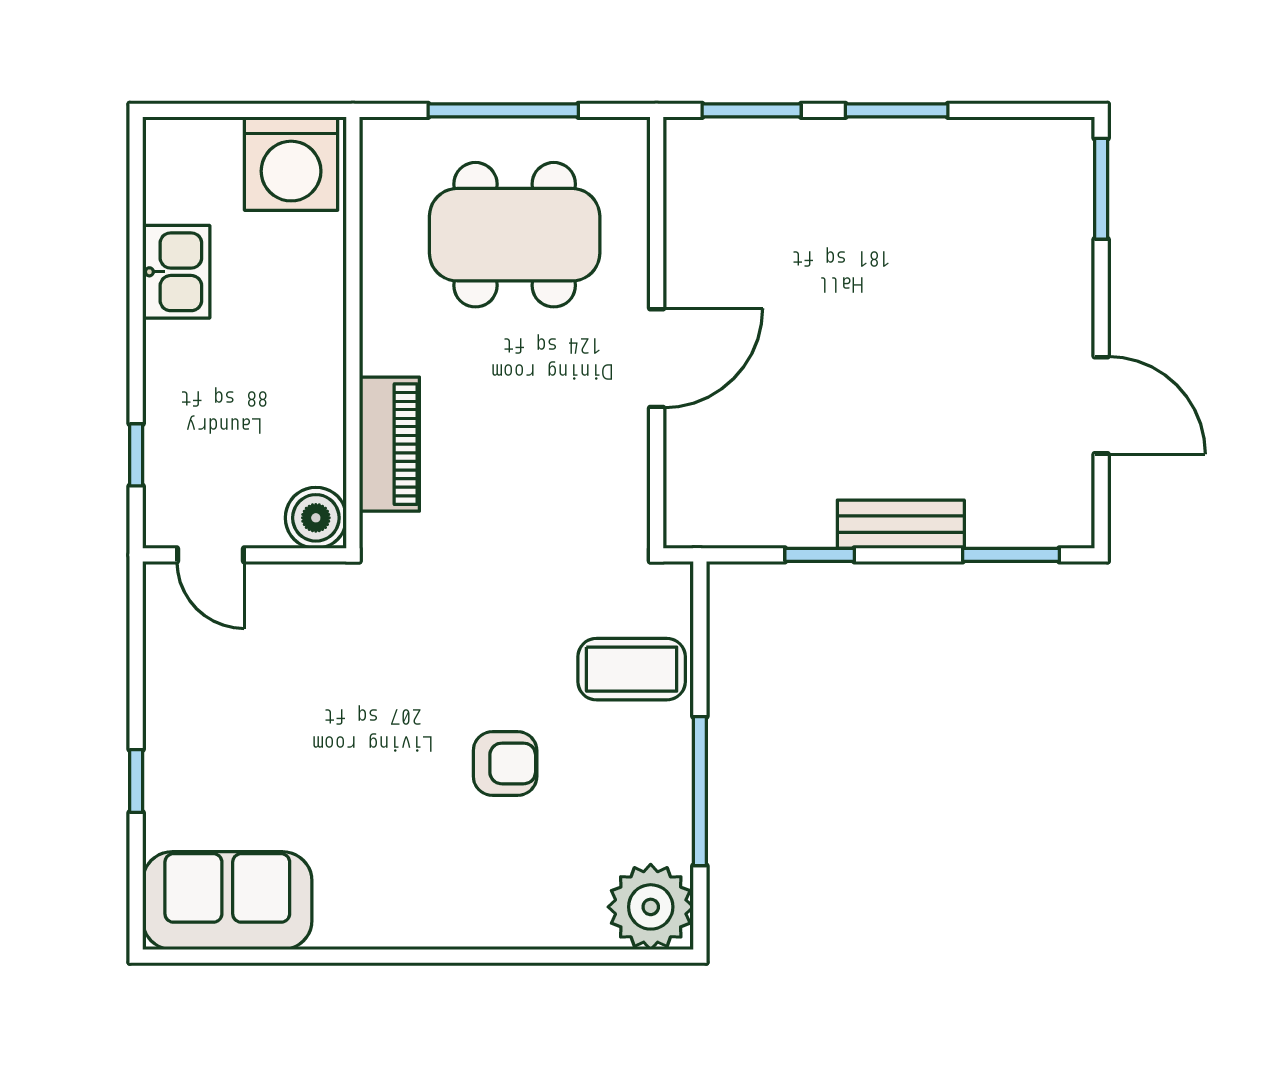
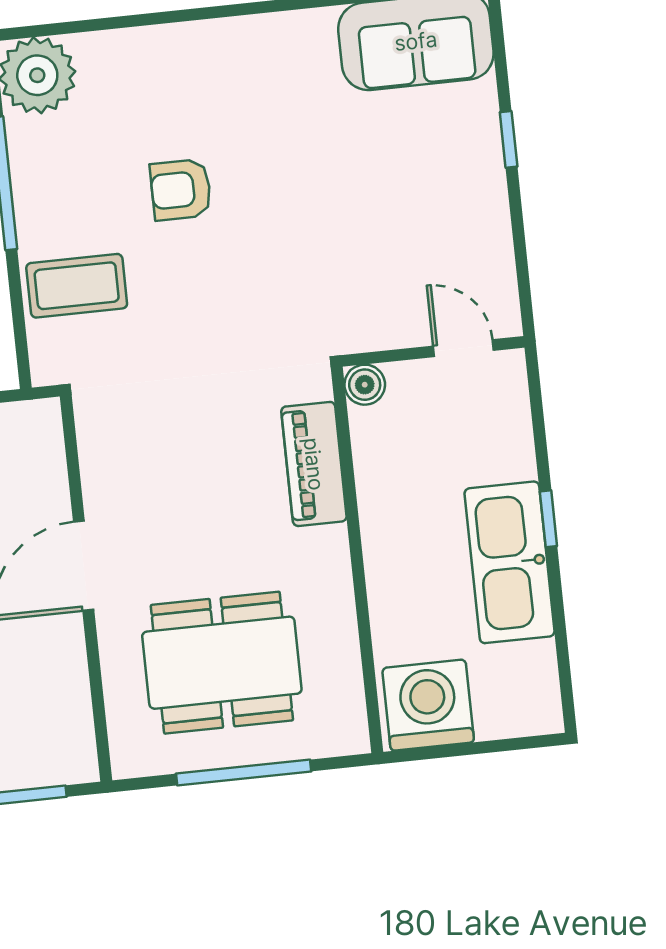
kitchen sink: (176, 272) -> (510, 562), width x1.88, depth x1.24
window: (136, 455) -> (548, 519), moved
boiler: (316, 518) -> (365, 385), width x0.73, depth x0.73

